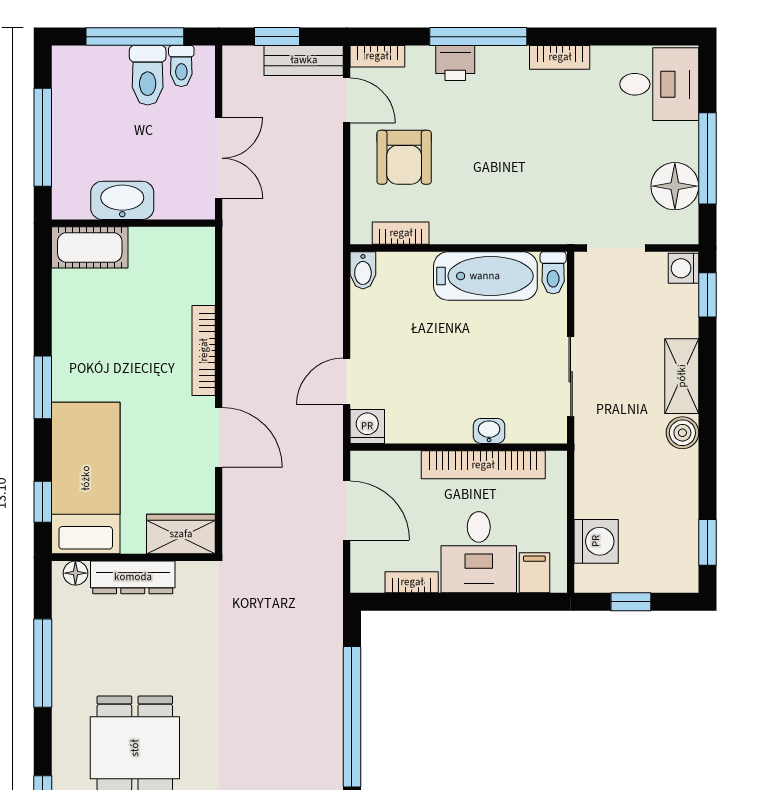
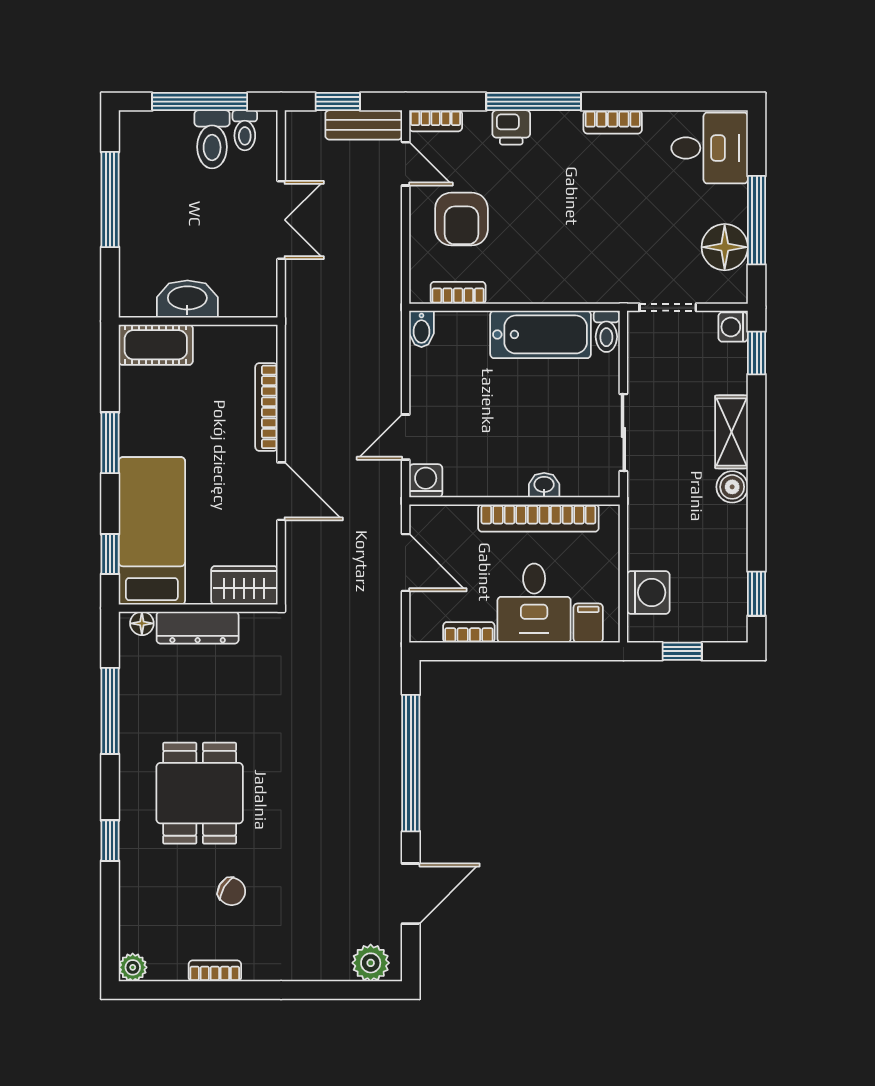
washbasin: (122, 200) -> (187, 299), moved
wall: (133, 223) -> (198, 321), moved
cot: (90, 247) -> (156, 345), moved

